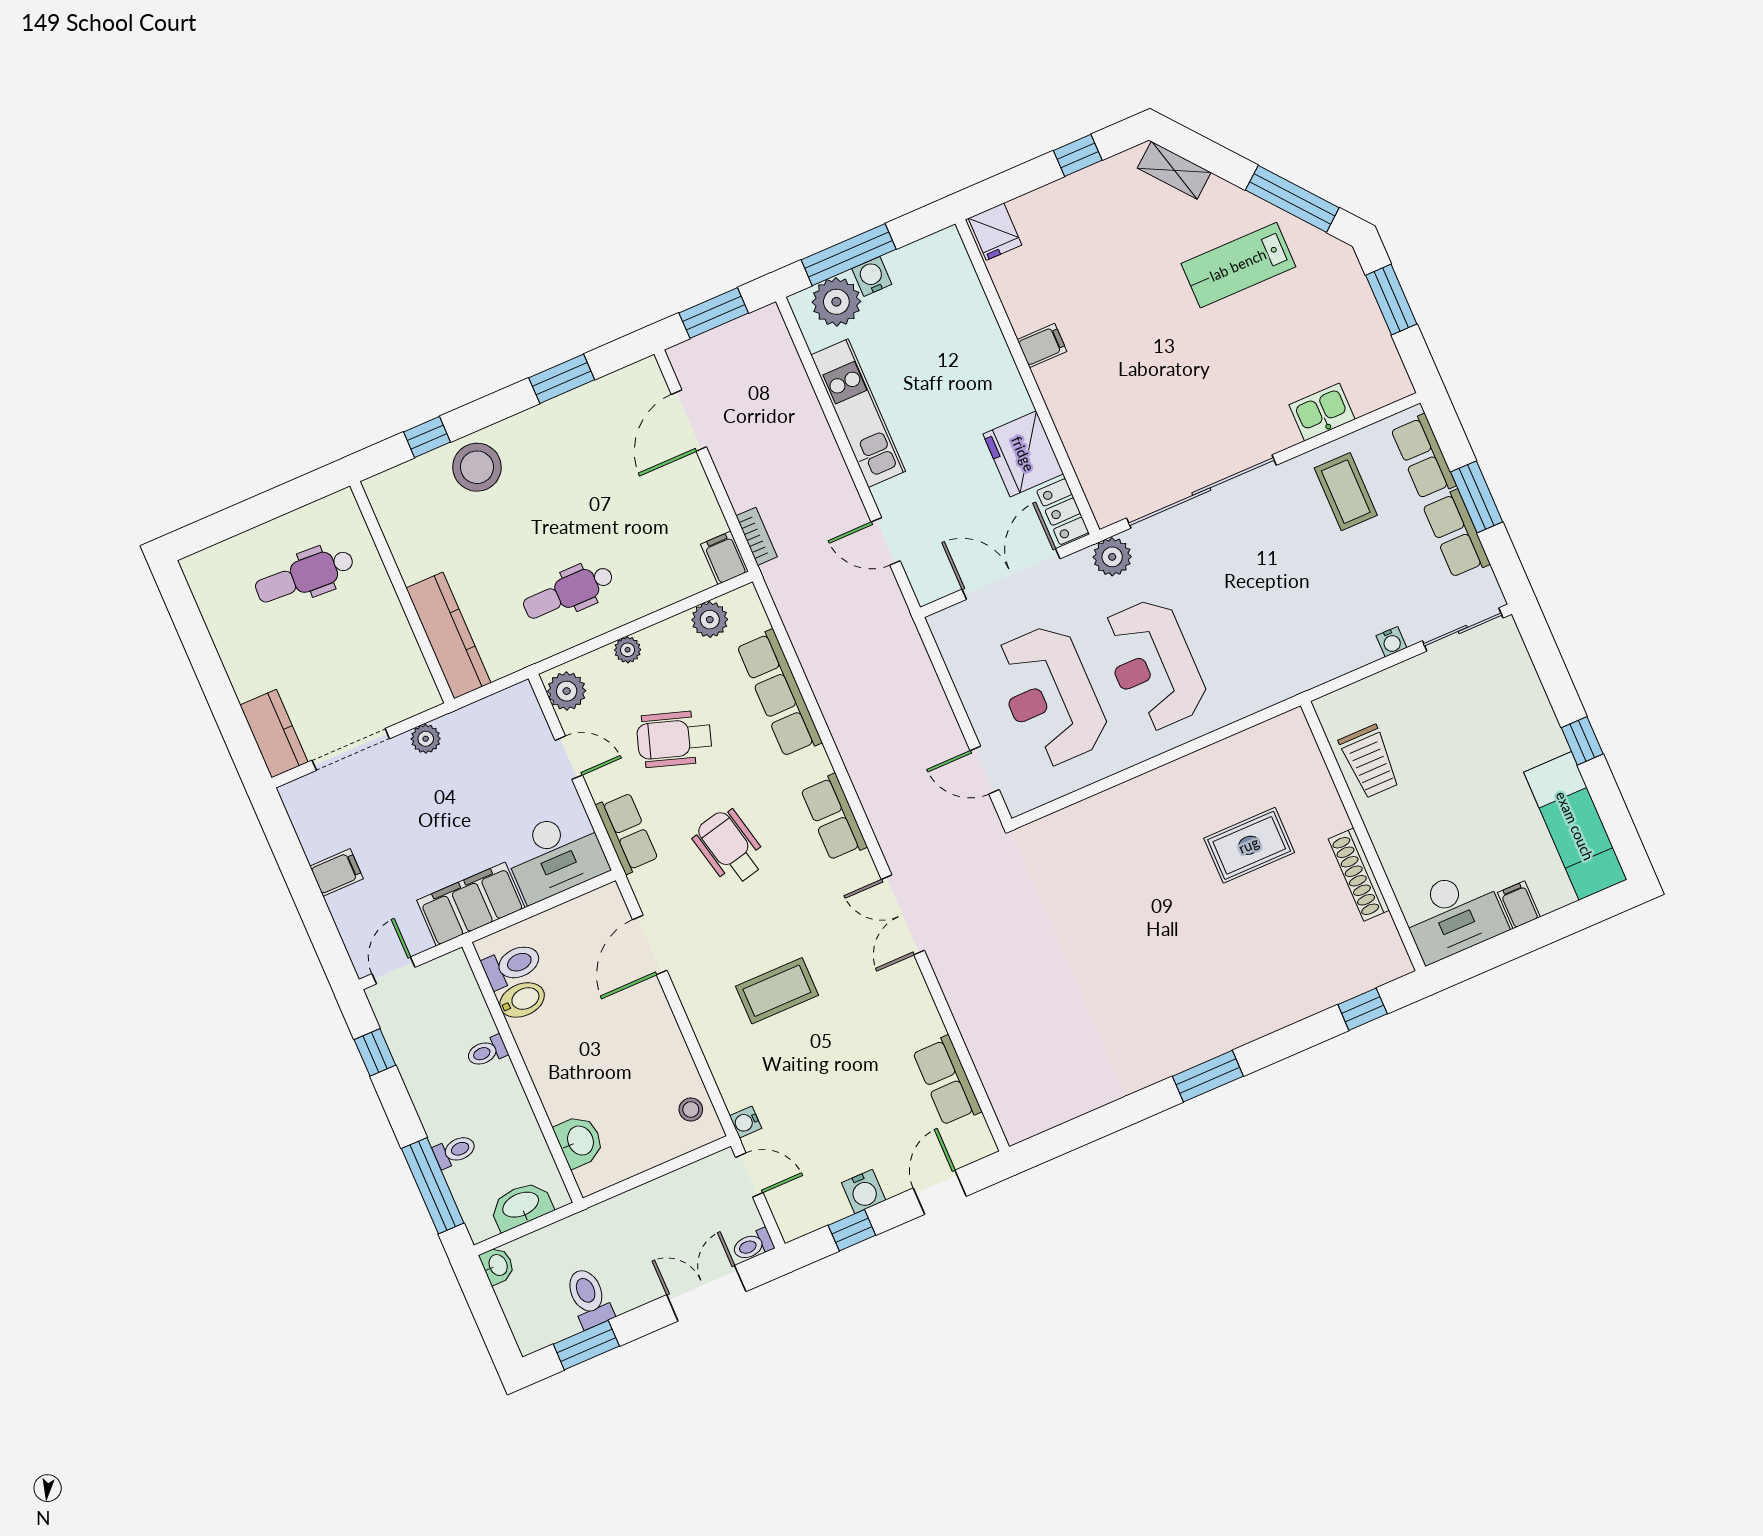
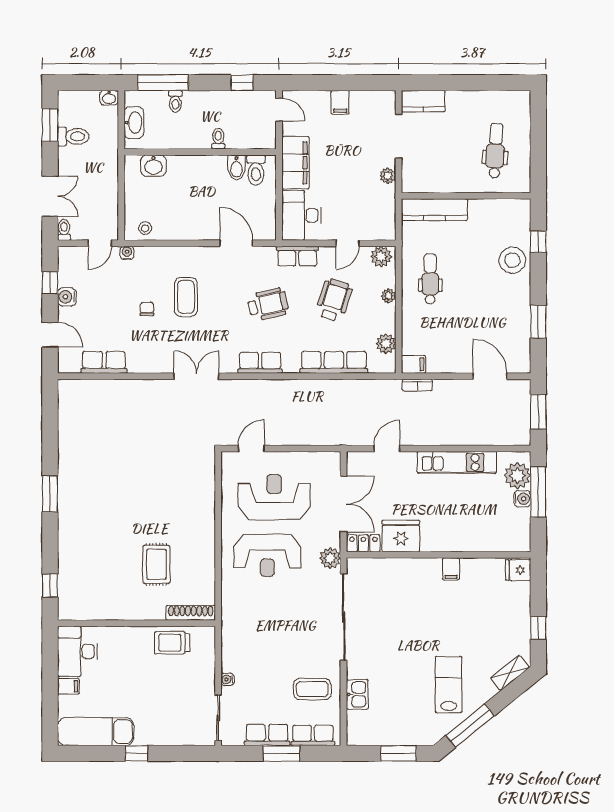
reception desk: (1153, 665) -> (267, 555), turned 180
shoe rack: (1359, 875) -> (191, 613), moved
chair: (826, 1048) -> (147, 309), added

